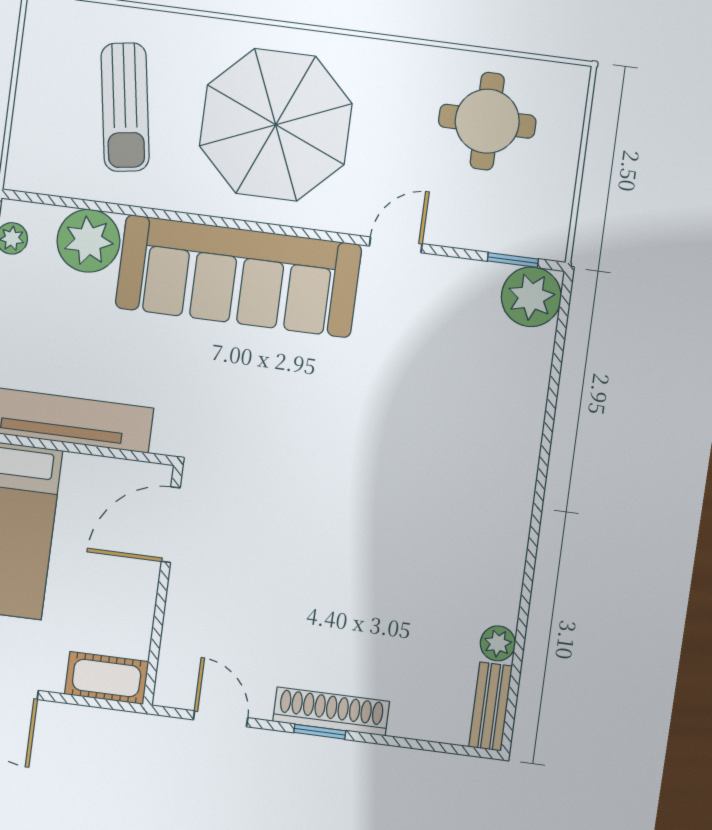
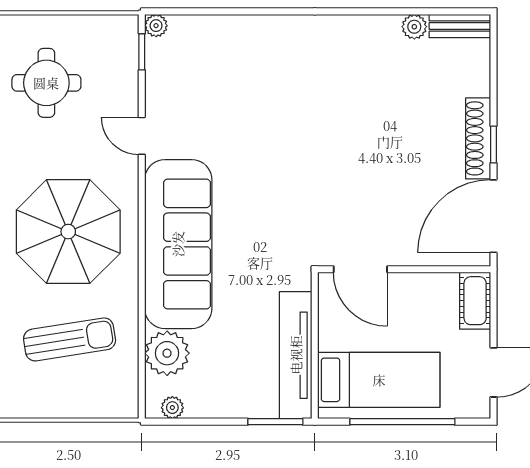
plant: (531, 297) -> (156, 26), width x0.53, depth x0.53
door: (221, 719) -> (493, 216), width x1.88

